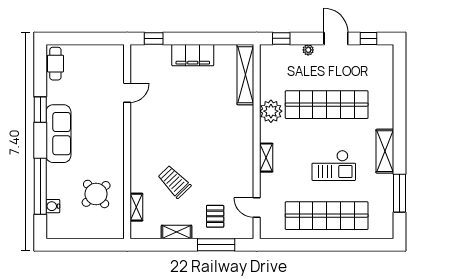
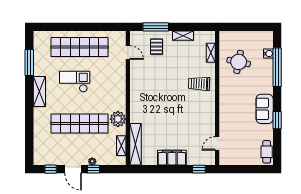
window: (281, 38) -> (93, 169), moved
door: (127, 93) -> (217, 143), moved
sofa: (58, 134) -> (265, 109), width x0.73
shelving: (266, 158) -> (121, 146), moved
trolley: (174, 182) -> (199, 84), moved, turned 136
round table: (96, 194) -> (239, 62), turned -38

